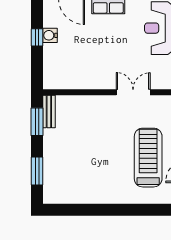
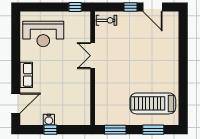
bench: (49, 112) -> (107, 120), removed
treadmill: (148, 158) -> (153, 103), moved

